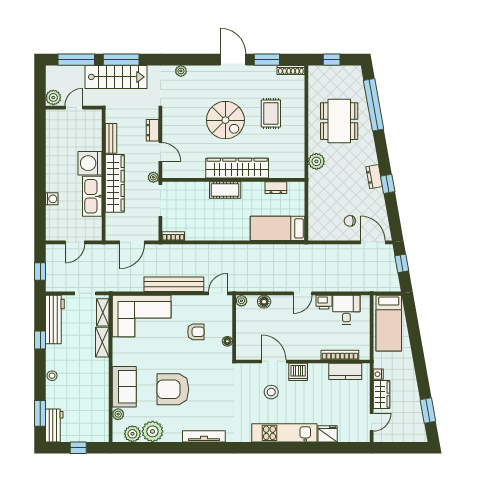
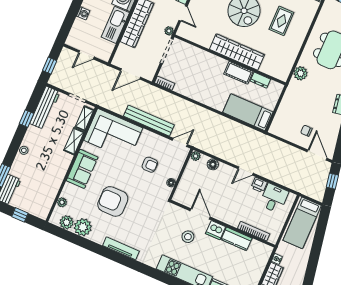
cot: (225, 190) -> (238, 73), moved
kitchen counter: (345, 371) -> (236, 239), moved
sofa: (124, 387) -> (82, 169), moved

